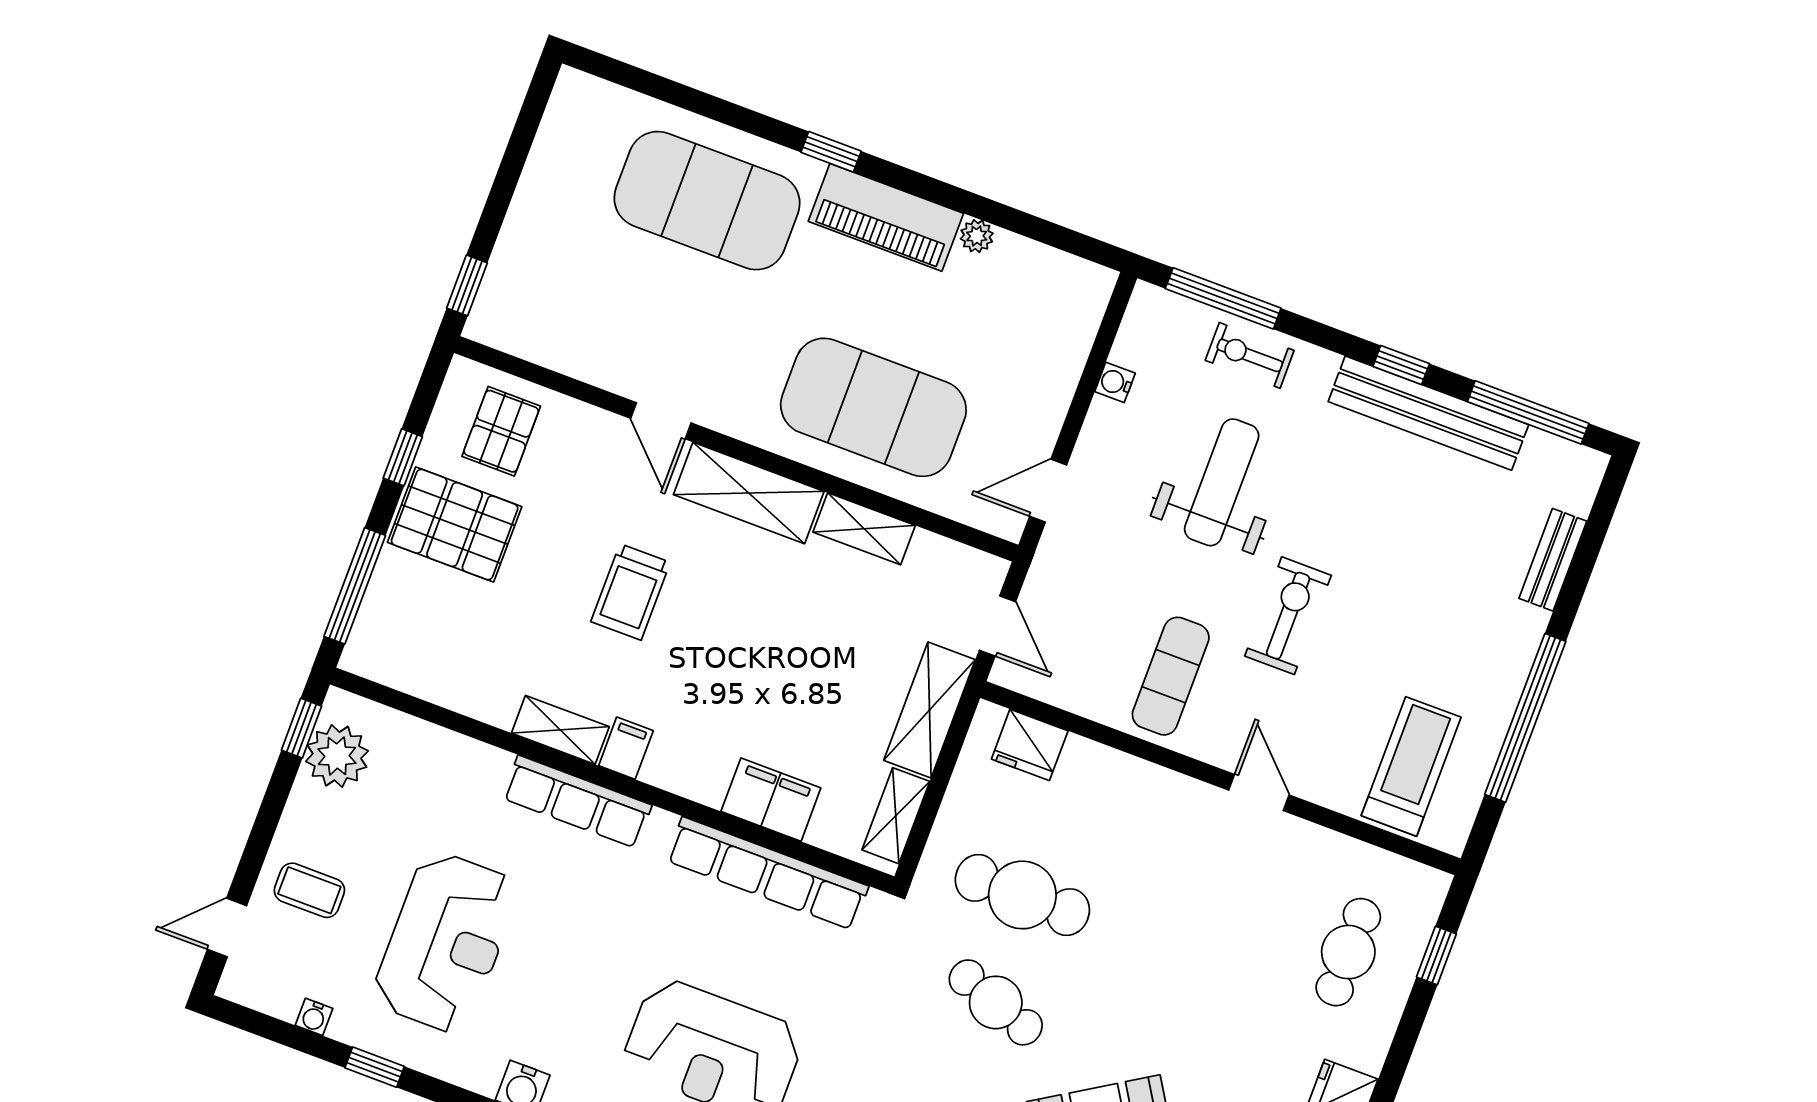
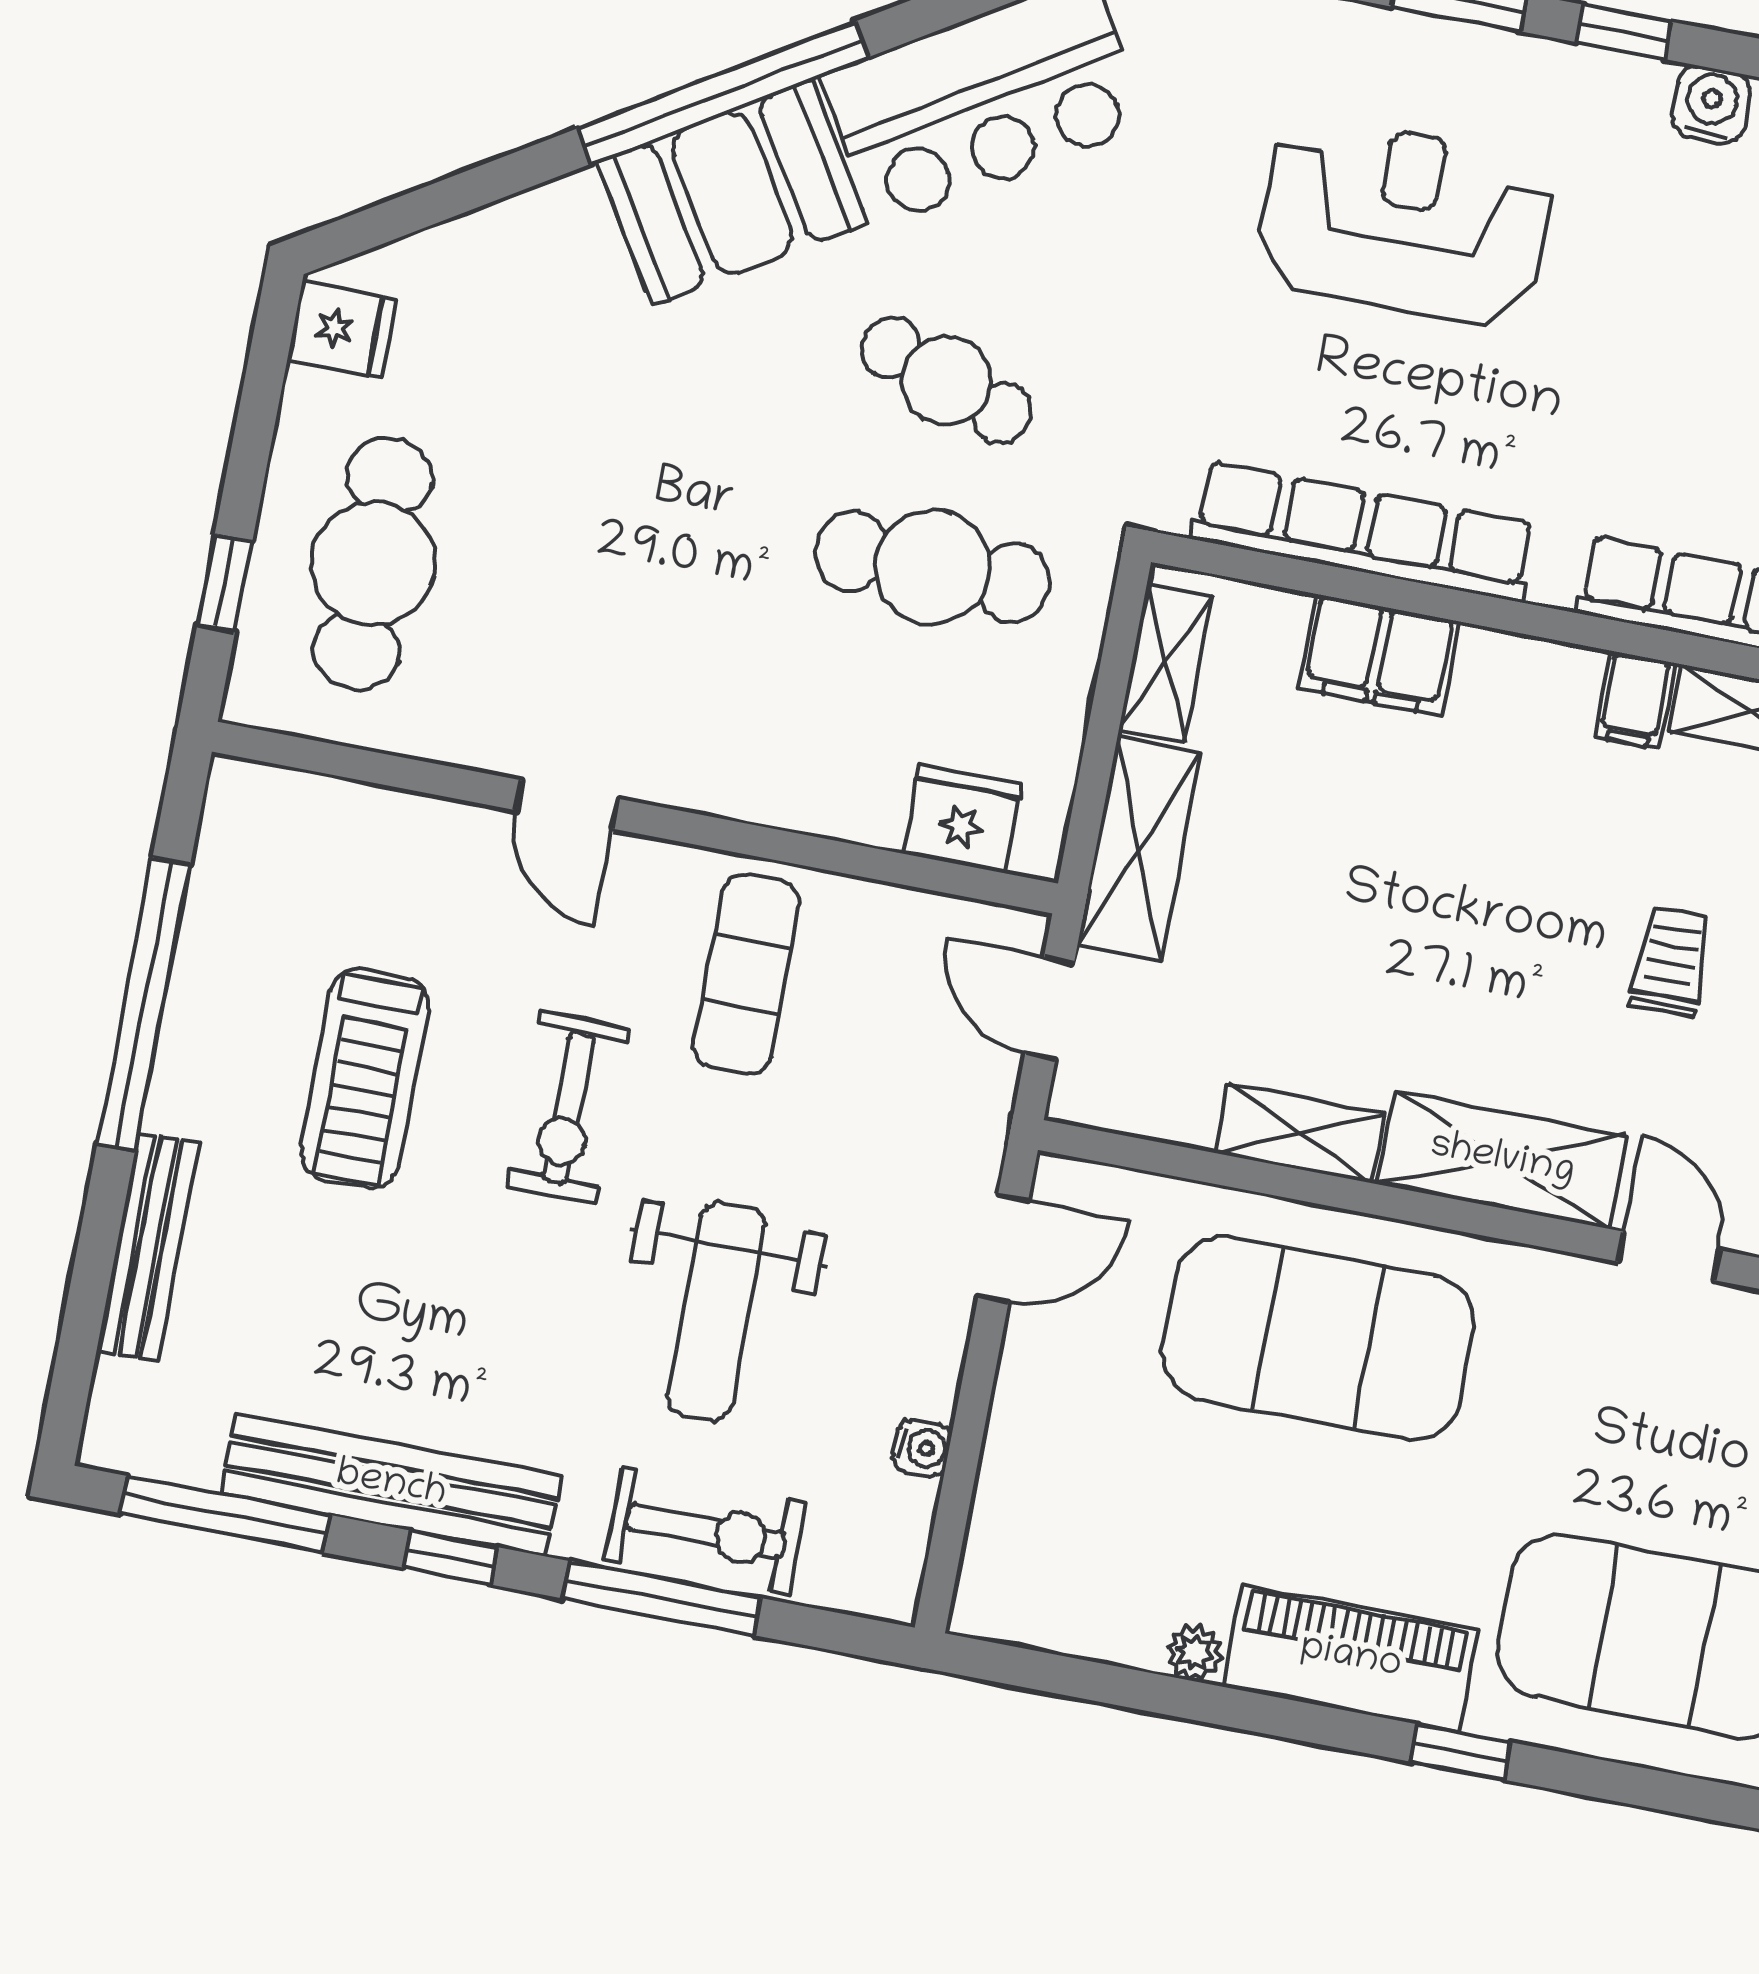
window: (1223, 298) -> (662, 1598), moved
exercise bike: (1250, 355) -> (705, 1531), width x1.38, depth x1.39
bench: (1553, 560) -> (148, 1246), width x1.36
trolley: (631, 592) -> (1671, 962), width x0.73, depth x0.72
treadmill: (1411, 766) -> (365, 1078), moved
cafe table: (1348, 952) -> (373, 564), width x1.37, depth x1.35

